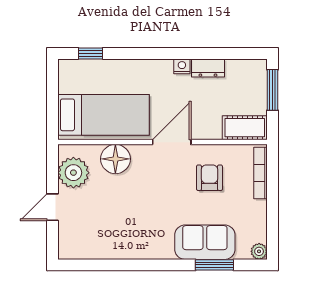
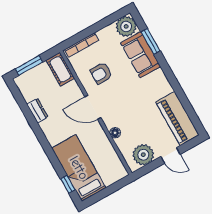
nightstand: (182, 66) -> (45, 126), removed
bed: (104, 115) -> (79, 168), moved
floor lamp: (115, 159) -> (115, 133), width x0.53, depth x0.53
piano: (95, 243) -> (177, 118), added
plant: (259, 251) -> (126, 26), width x1.88, depth x1.88

